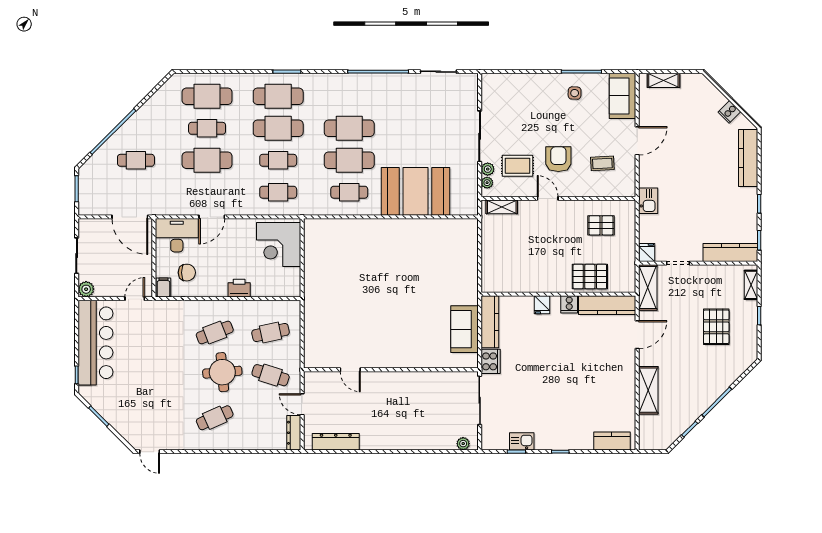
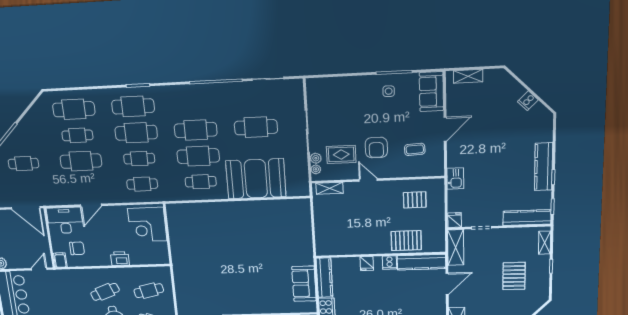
cafe table: (420, 128) -> (256, 127), added
kitchen counter: (748, 158) -> (544, 167), moved
armchair: (558, 159) -> (376, 148), turned 180

